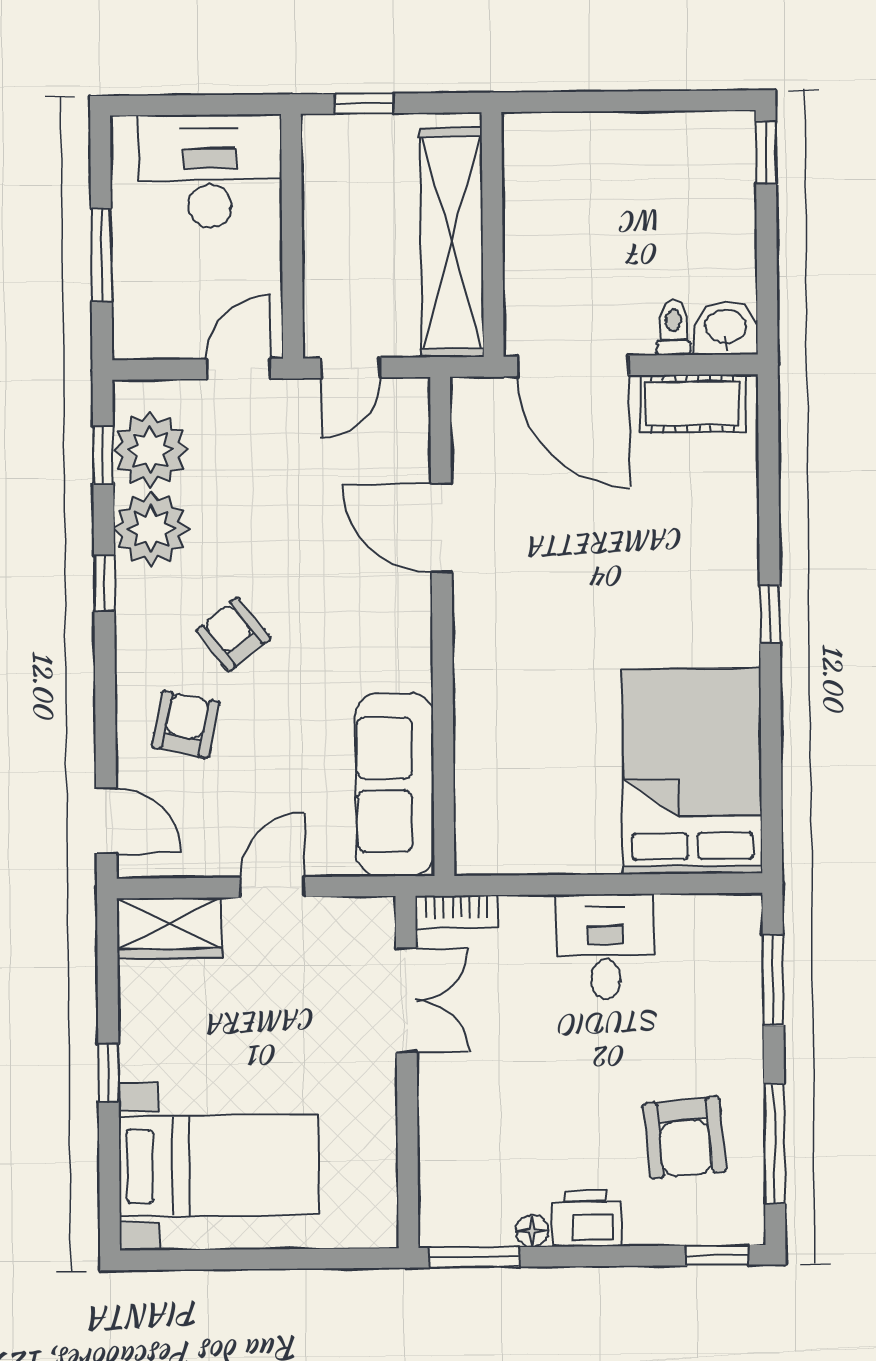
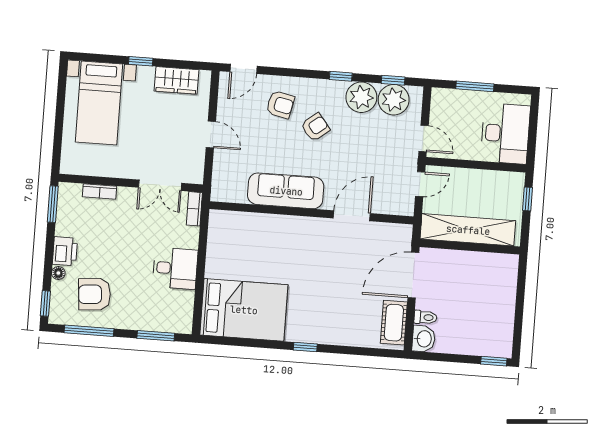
door: (350, 368) -> (420, 184), swing flipped
sofa: (395, 785) -> (286, 191), moved
wardrobe: (169, 928) -> (177, 80), moved, turned -90
bookcase: (434, 1146) -> (100, 191), added
floor lamp: (532, 1231) -> (58, 273), moved

